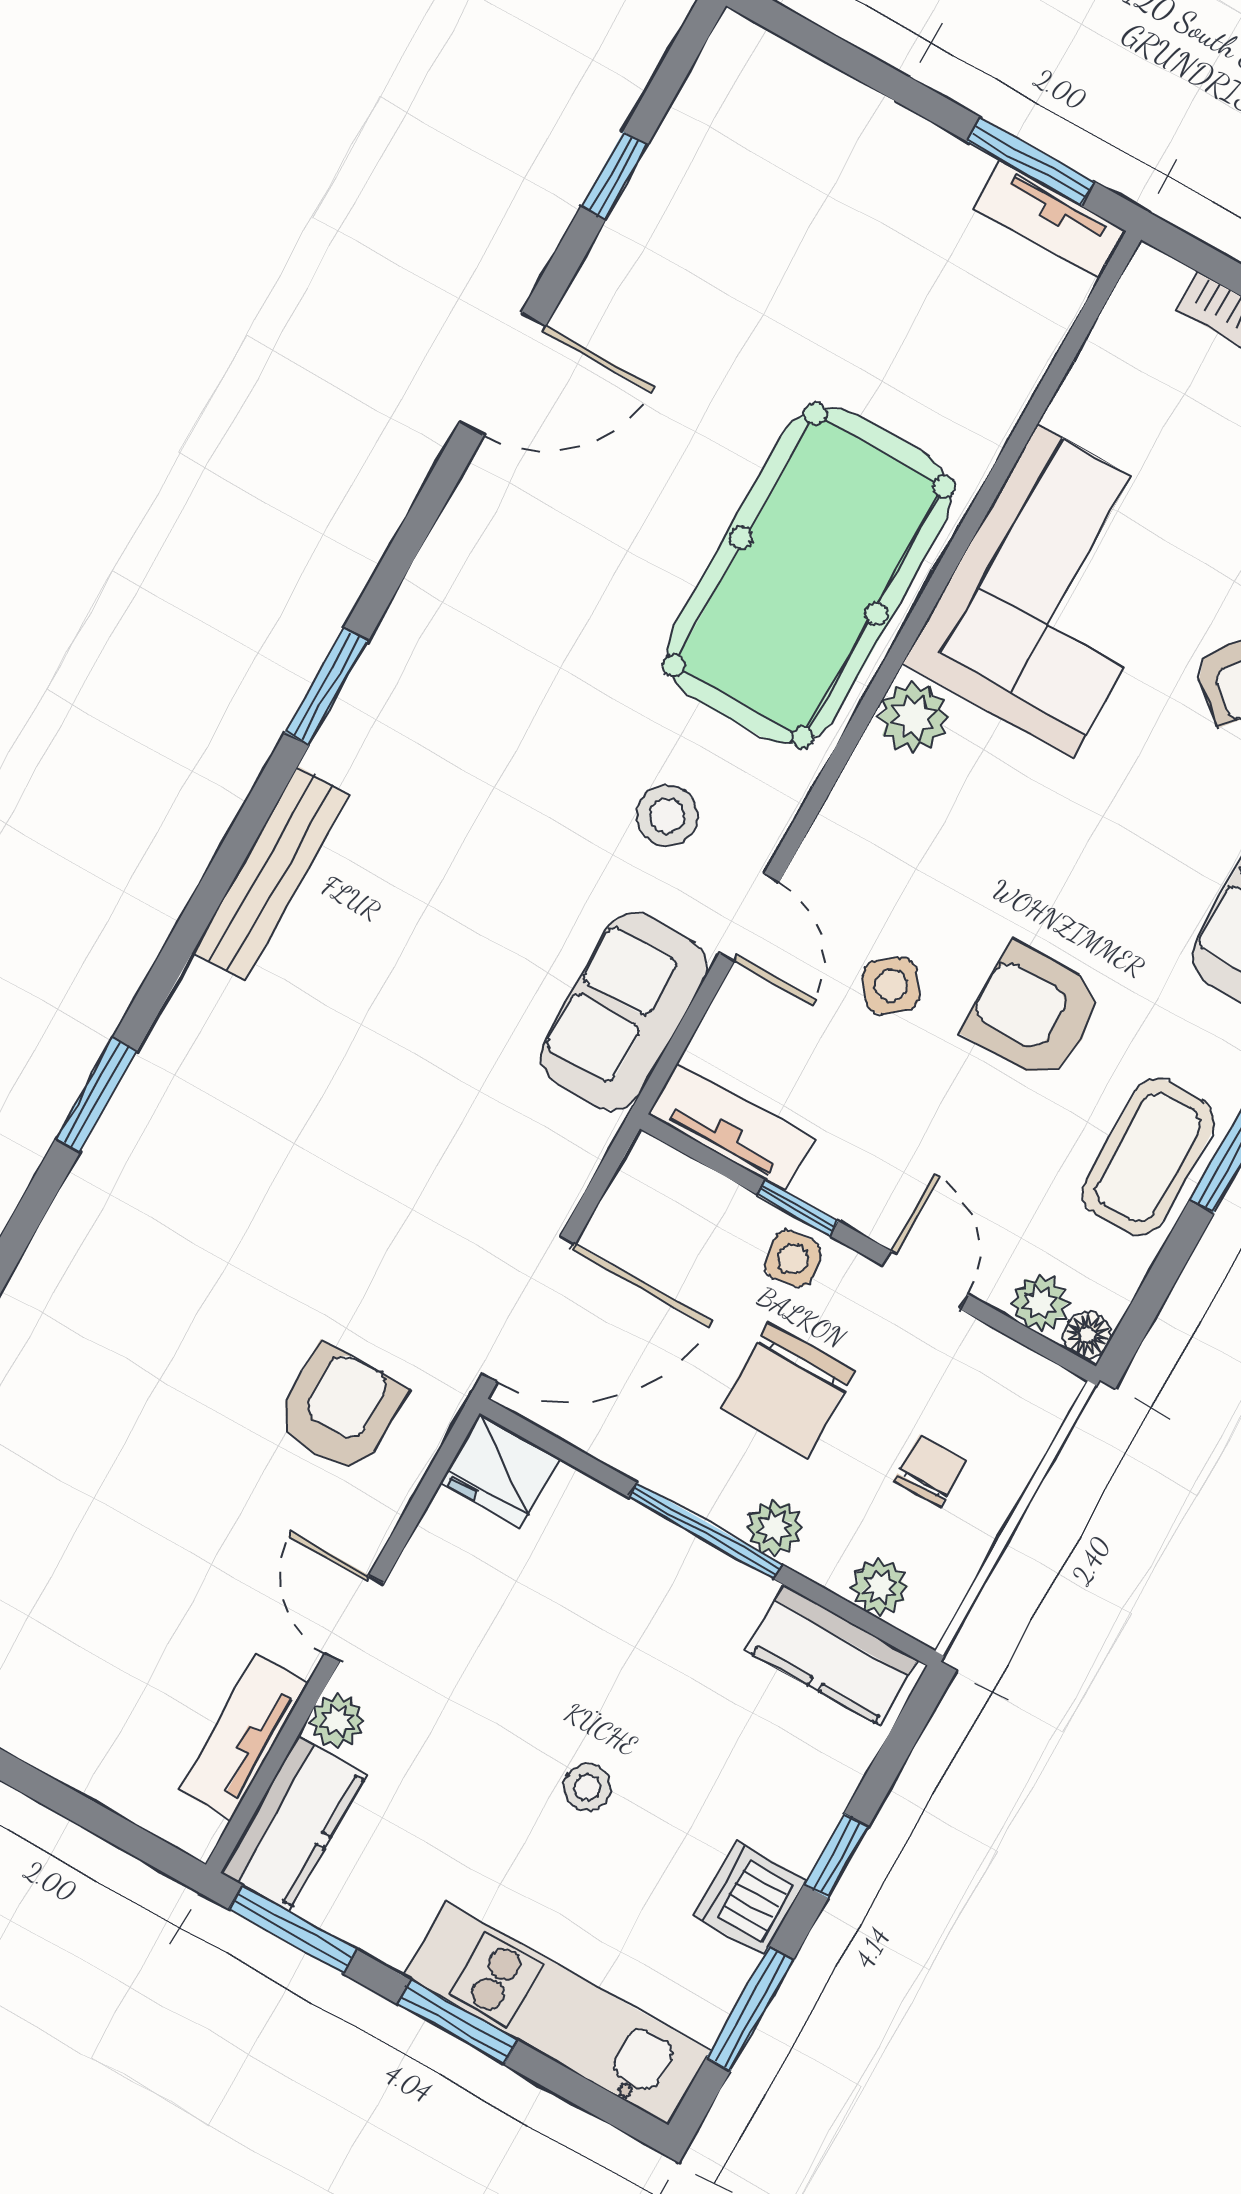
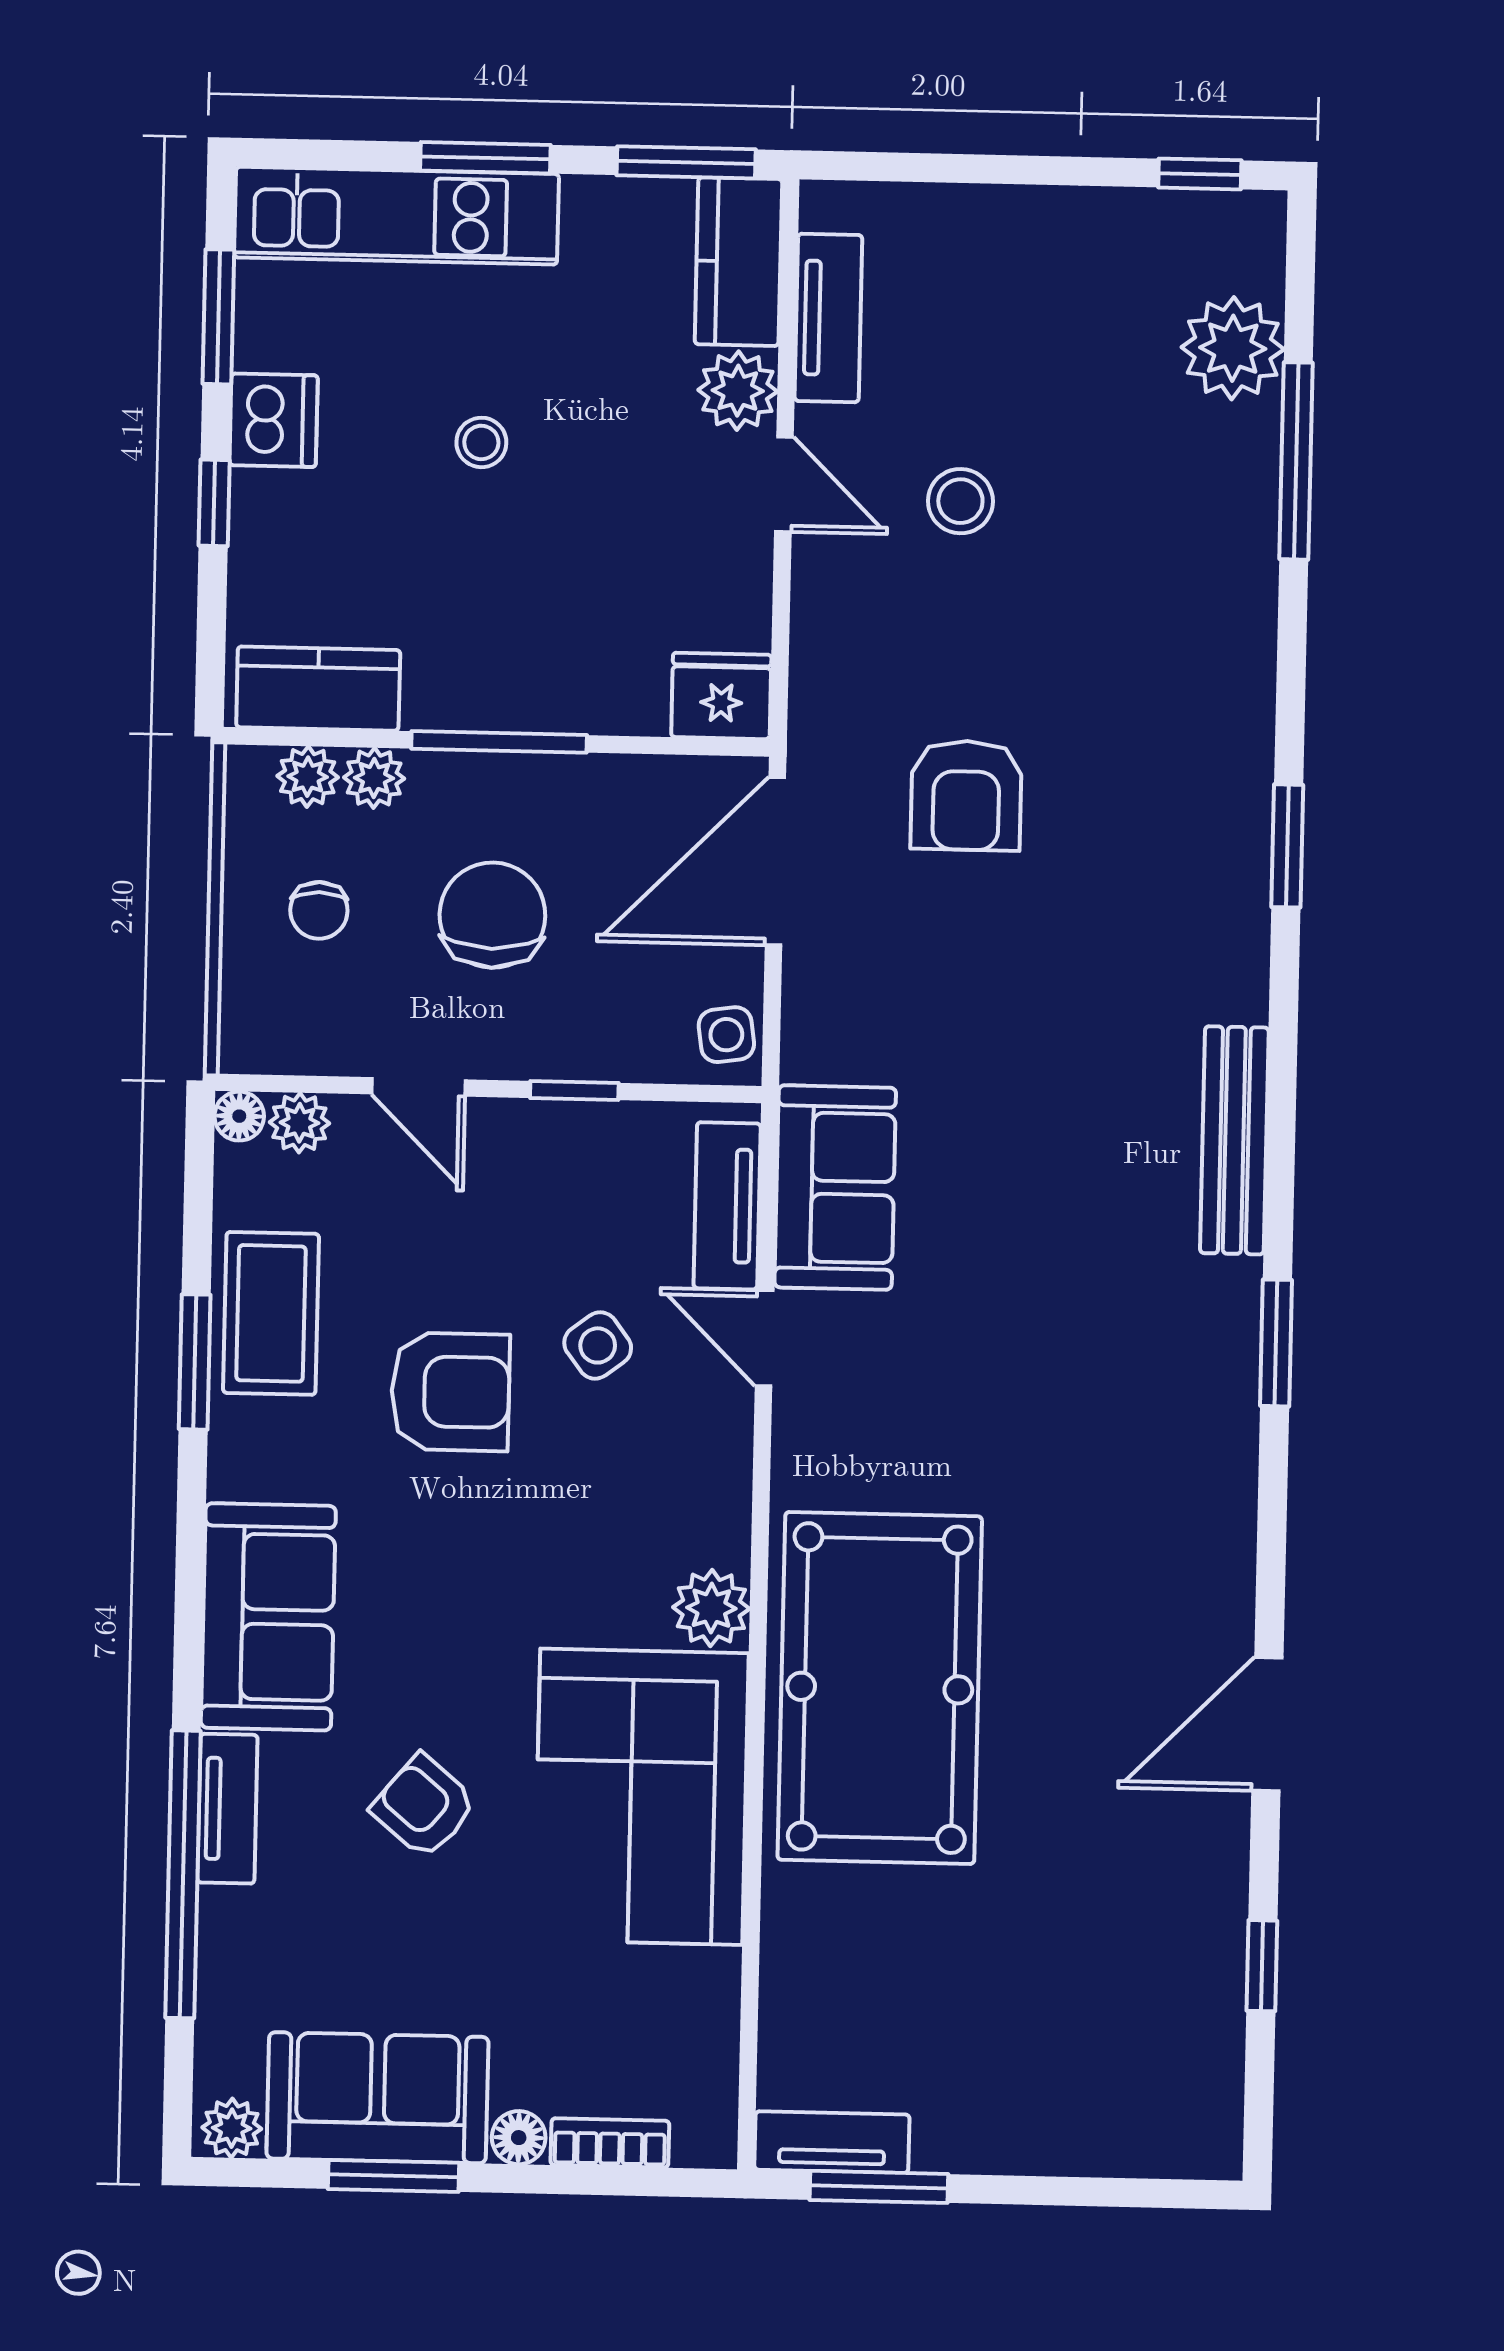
stool: (667, 816) -> (960, 501), moved
tv unit: (731, 1127) -> (727, 1206), moved, turned 90
side table: (793, 1259) -> (726, 1035), moved
armchair: (340, 1409) -> (966, 795), moved
plant: (774, 1528) -> (374, 778), moved
plant: (337, 1721) -> (738, 391), width x1.38, depth x1.38

